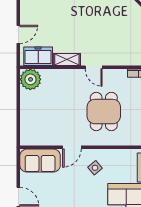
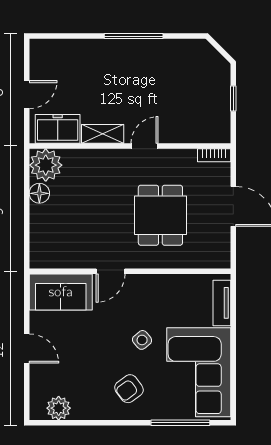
door: (94, 67) -> (145, 146), swing flipped
floor lamp: (26, 97) -> (39, 193), added
side table: (95, 168) -> (142, 340), moved

